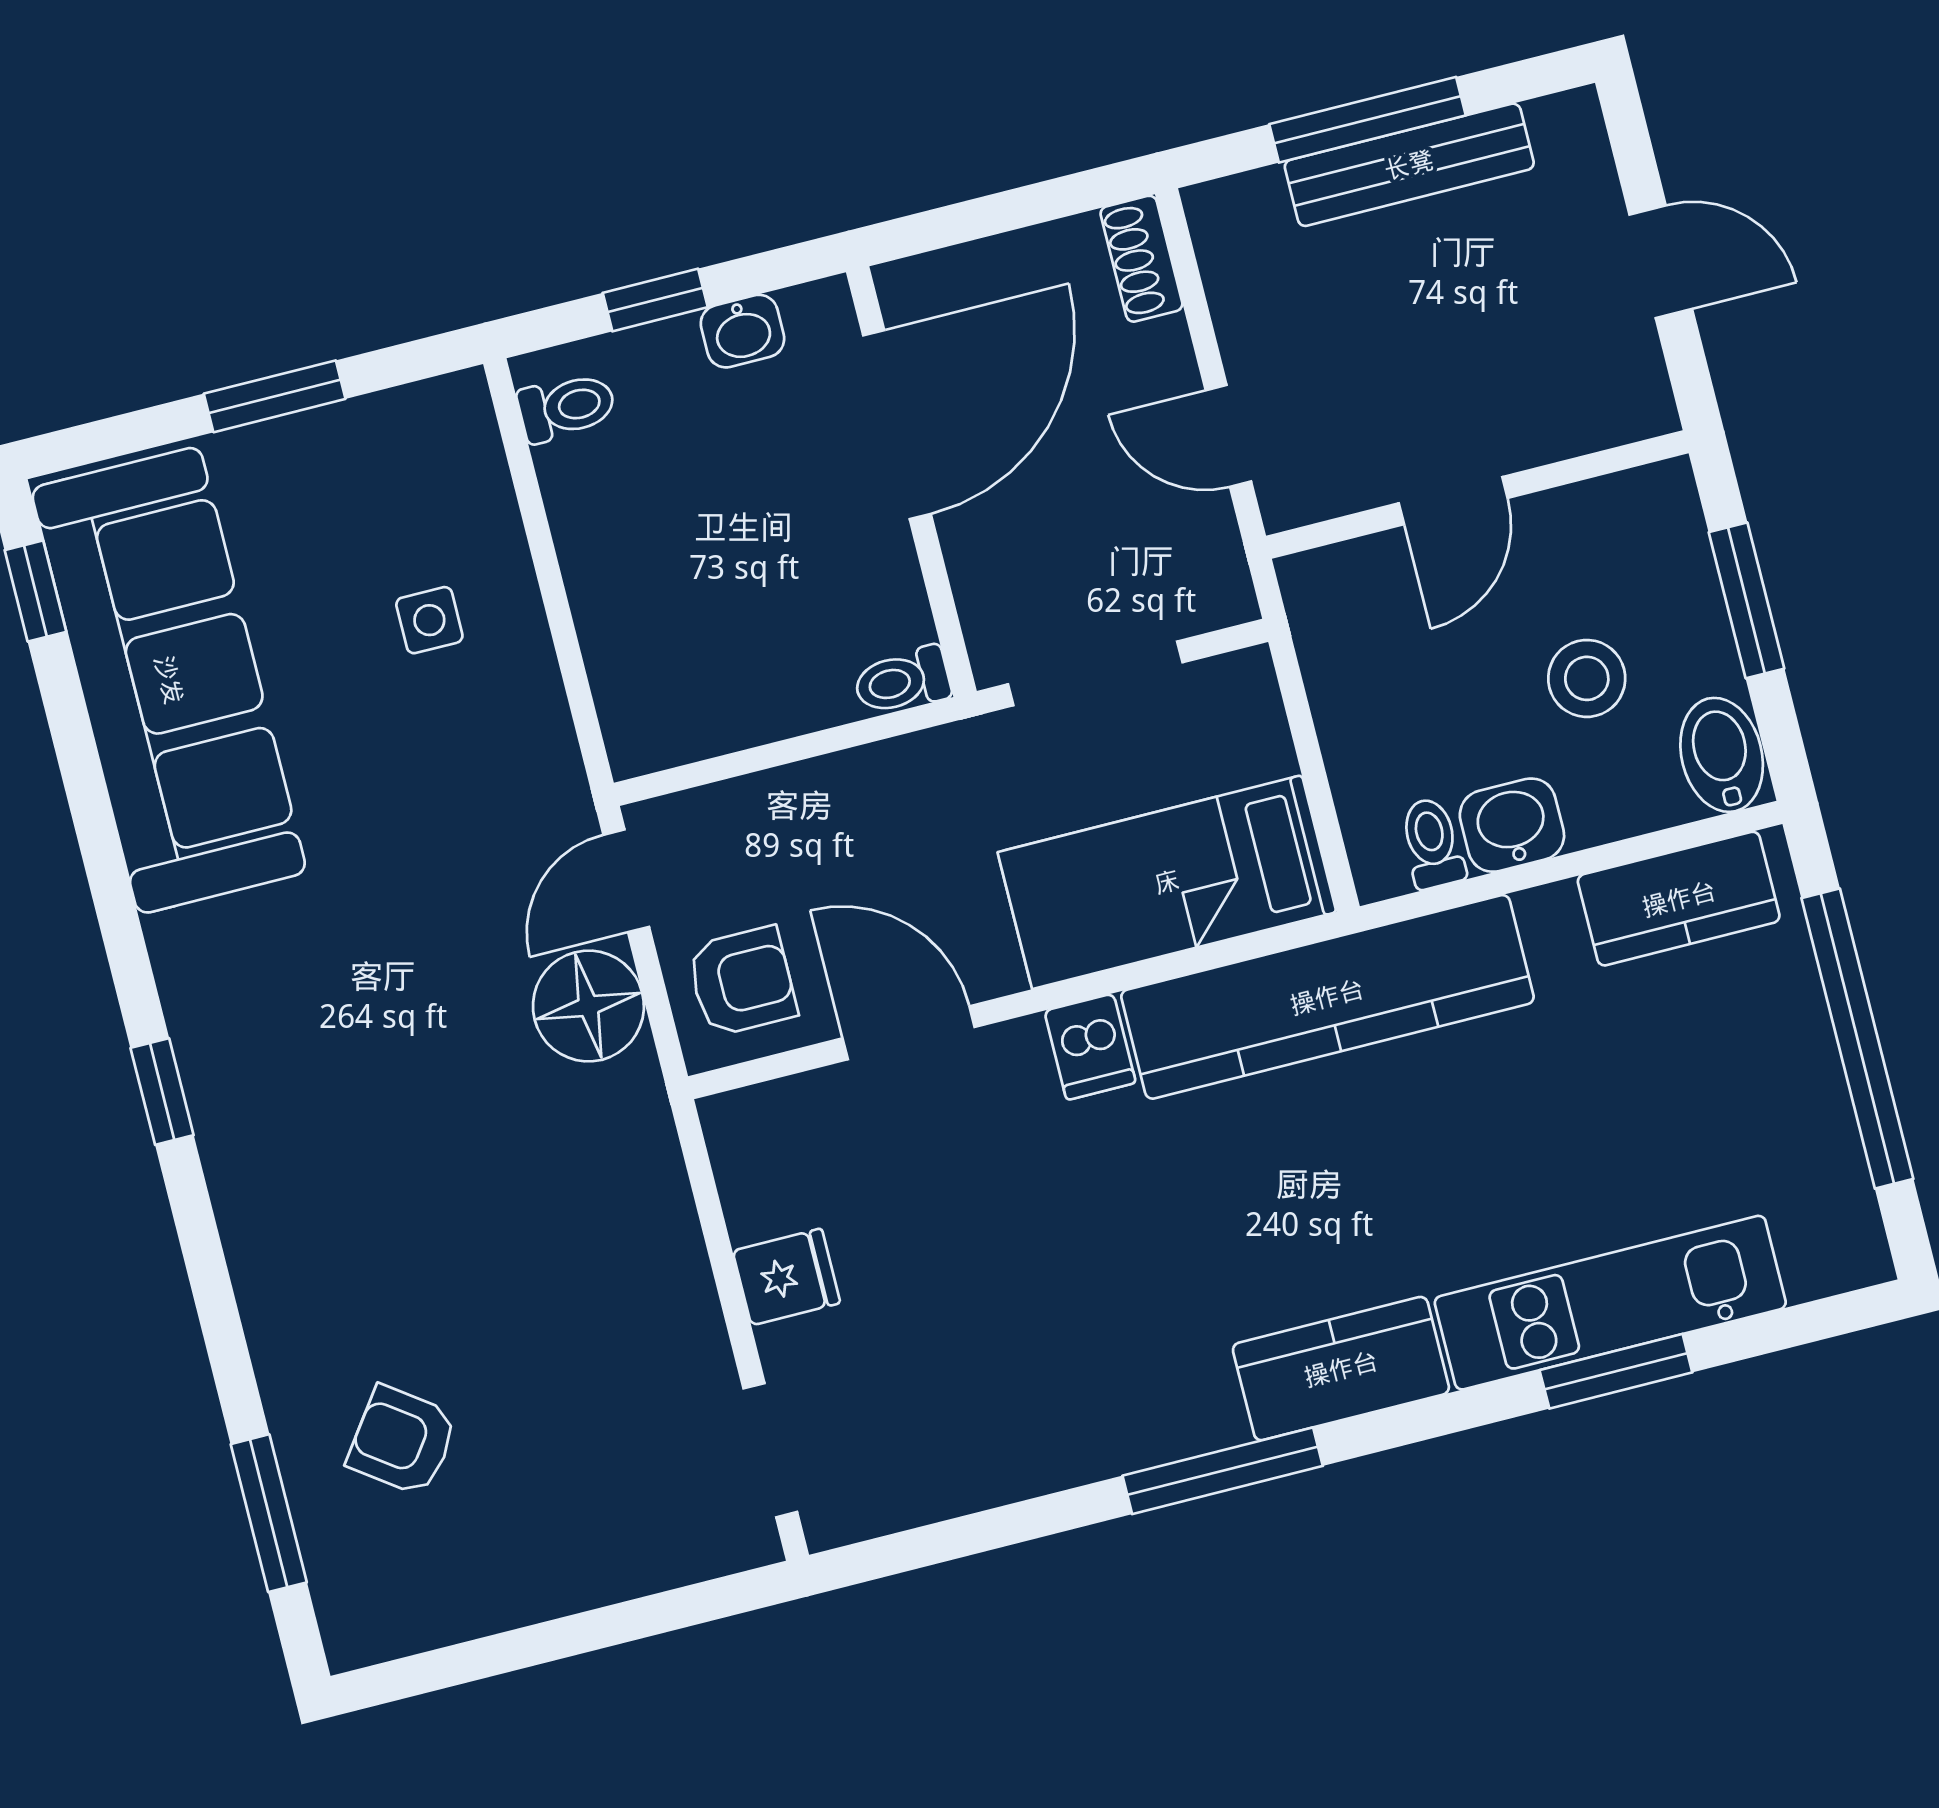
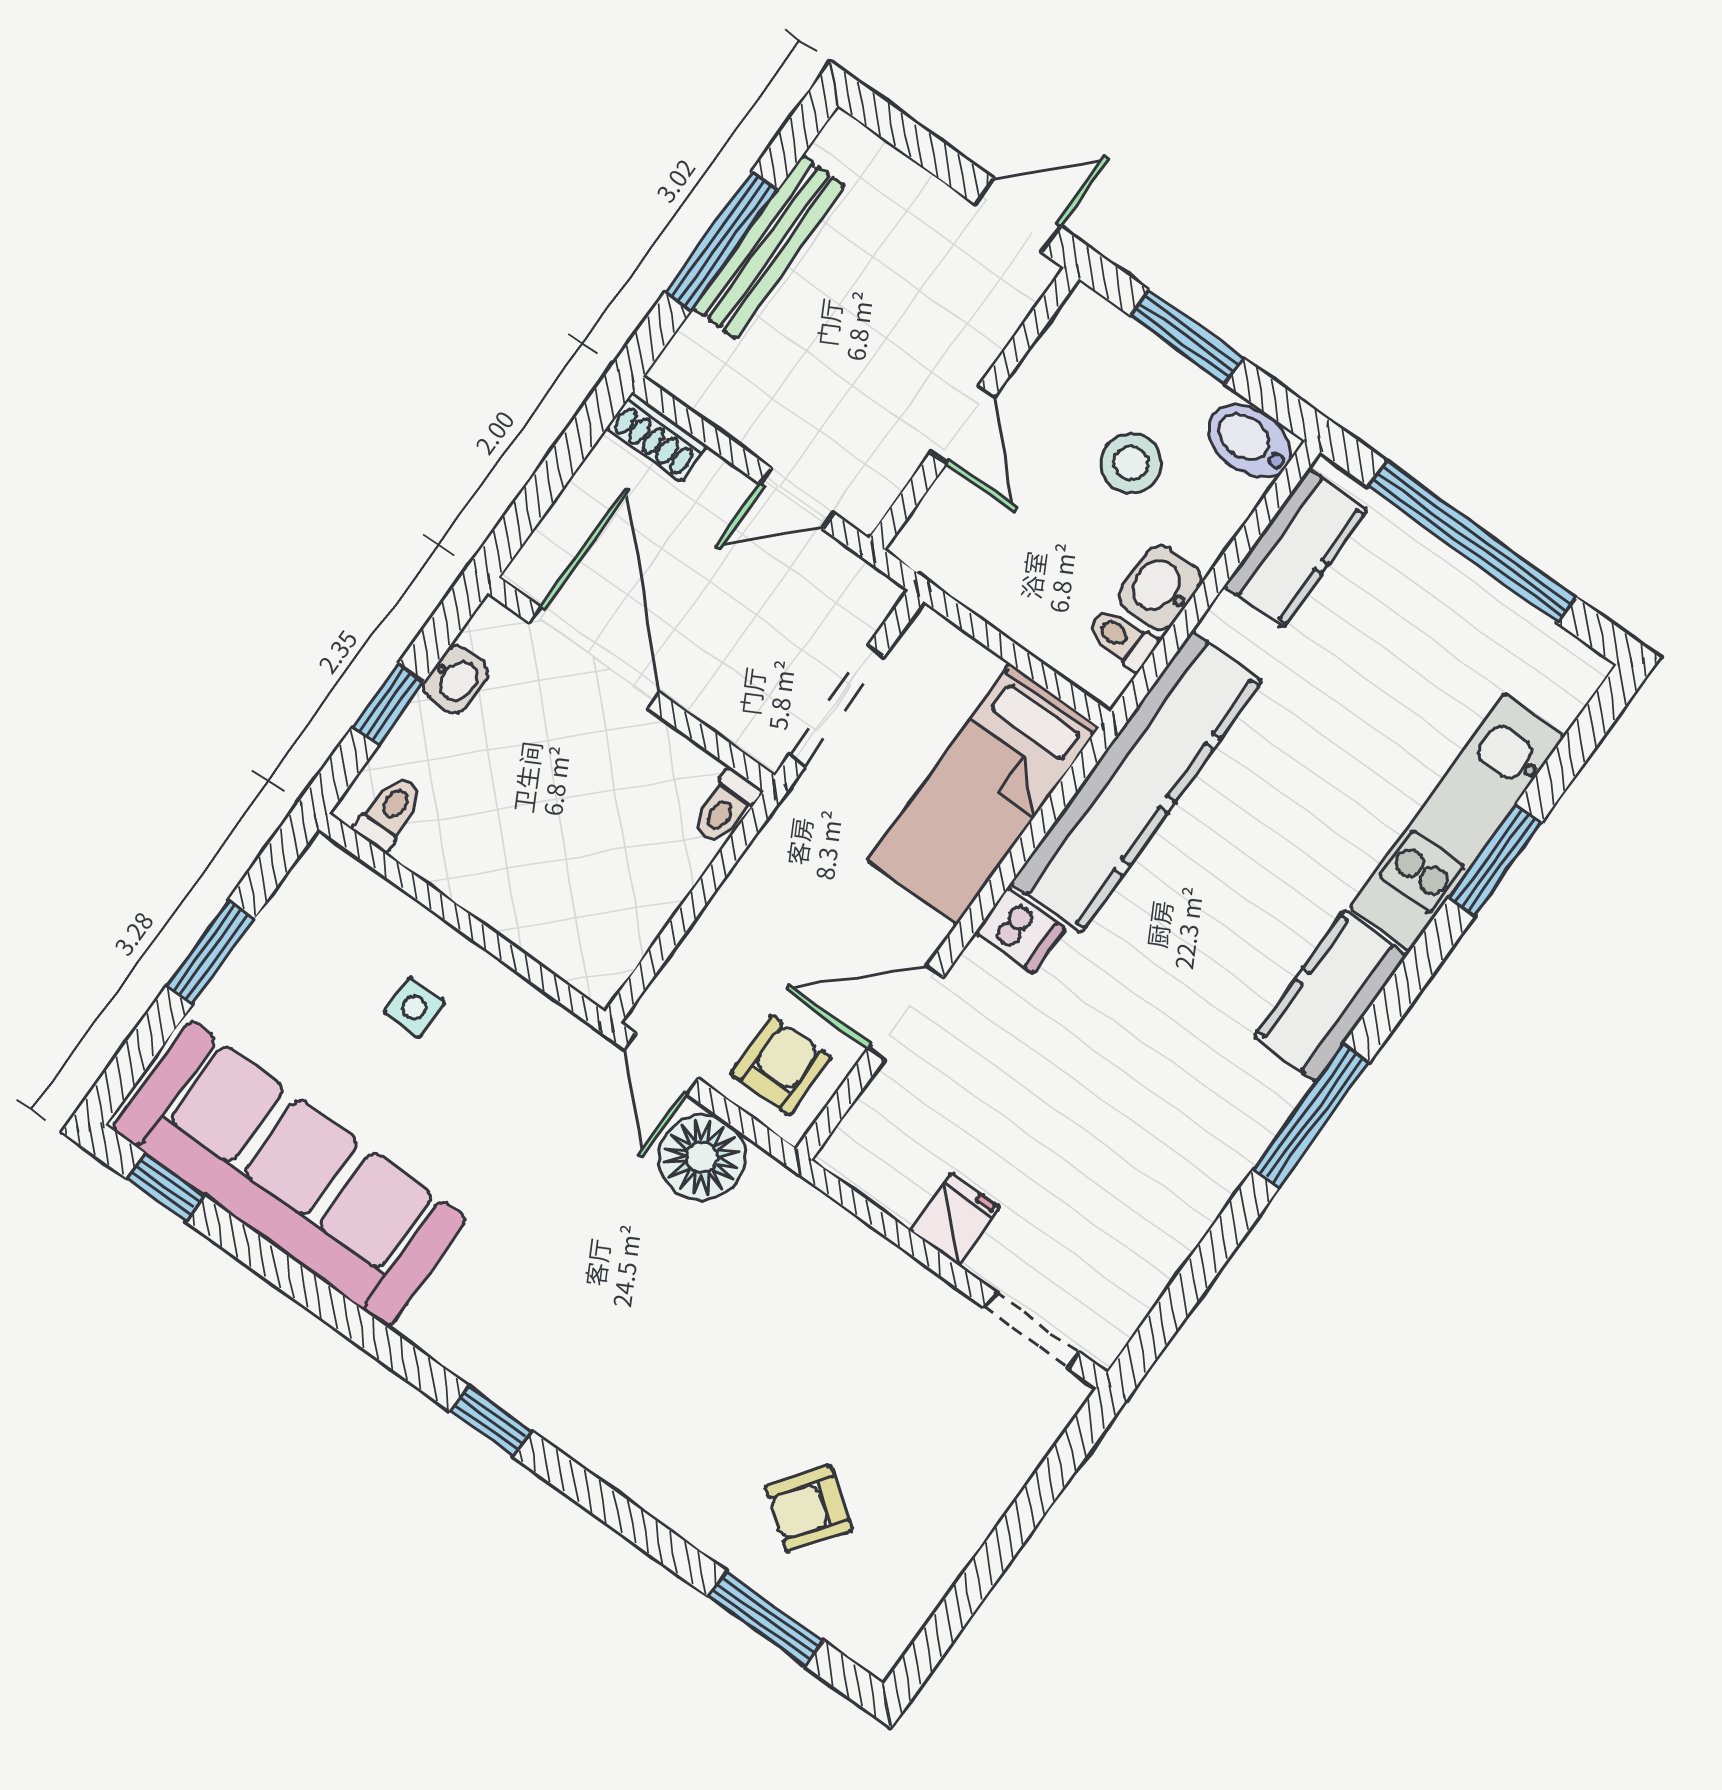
door: (1661, 262) -> (1017, 215), moved

